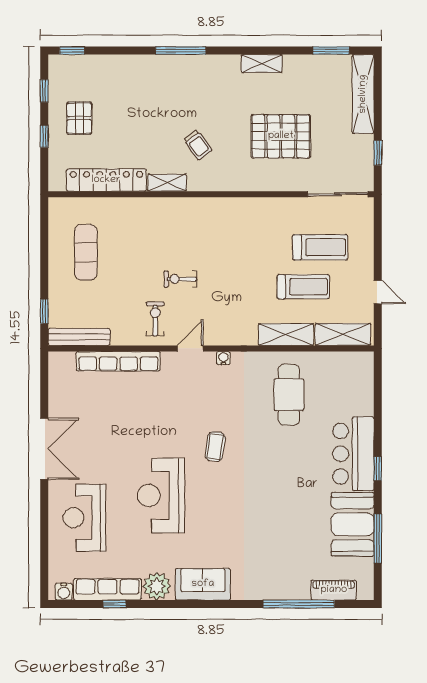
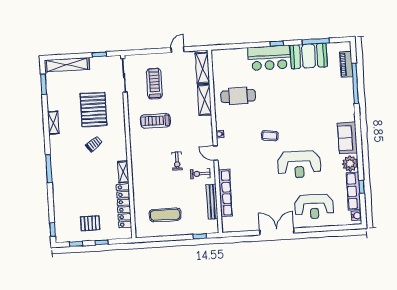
trolley: (198, 145) -> (94, 144), moved
treadmill: (303, 287) -> (155, 121), moved, turned -90
bench: (79, 337) -> (212, 202), moved

